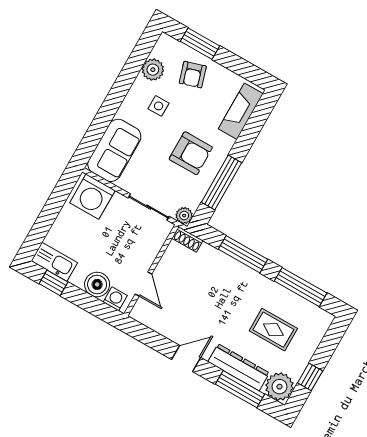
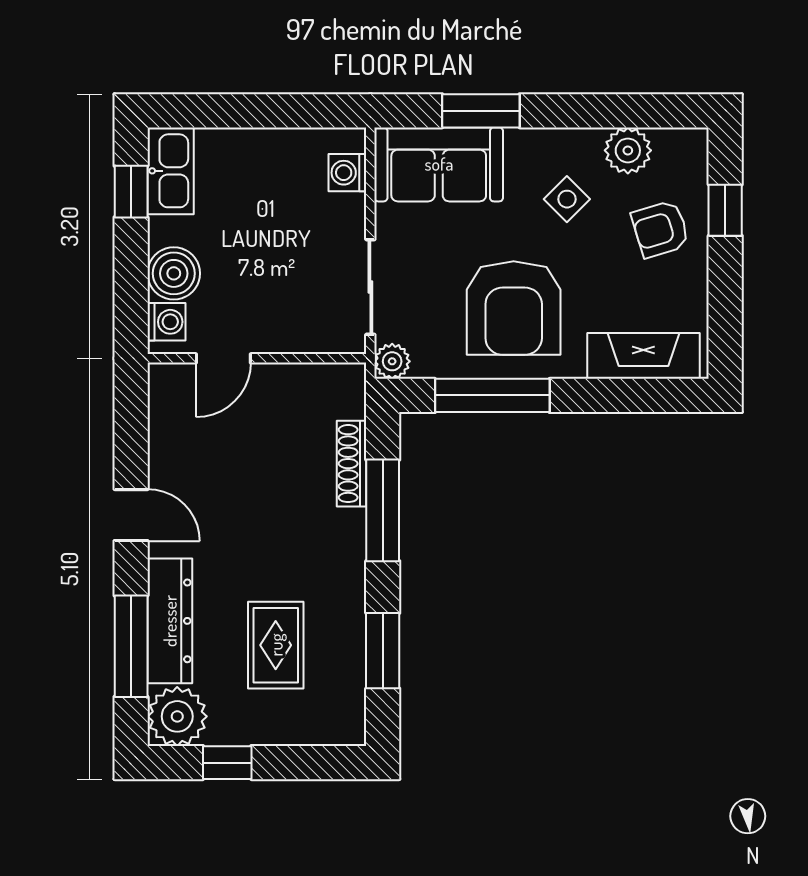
window: (200, 44) -> (725, 210), width x0.67
side table: (159, 106) -> (567, 199), turned 45
window: (102, 121) -> (481, 111), added
armchair: (191, 153) -> (514, 308), width x1.36, depth x1.36
washing machine: (92, 197) -> (347, 173), width x0.53, depth x0.53
shoe rack: (187, 239) -> (352, 464), moved, width x1.43
window: (301, 287) -> (383, 651), width x0.69

